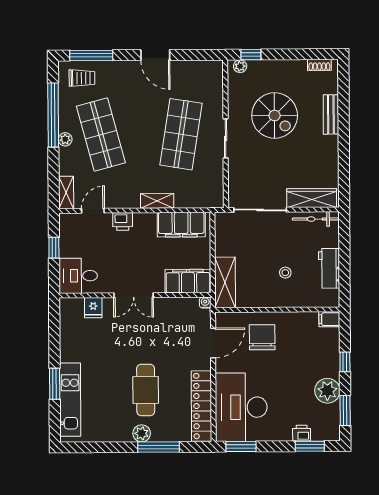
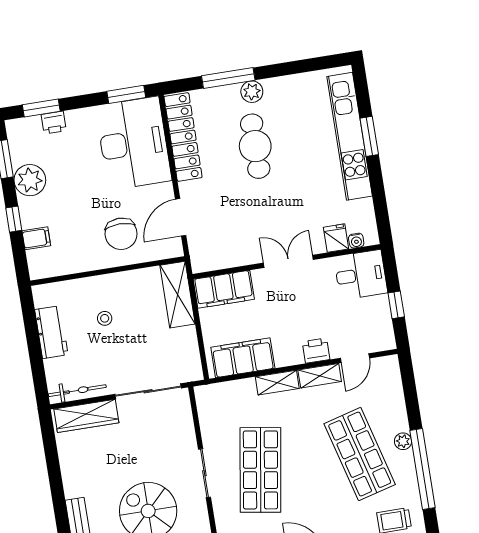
shelving: (66, 192) -> (320, 376), moved, turned 90
water cooler: (205, 303) -> (356, 241), moved
filing cabinet: (329, 319) -> (36, 238), moved
kitchen unit: (70, 400) -> (350, 136), width x1.36

